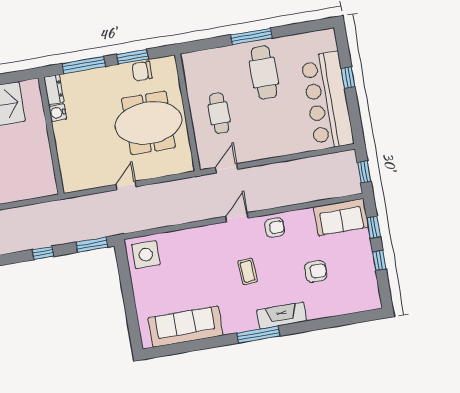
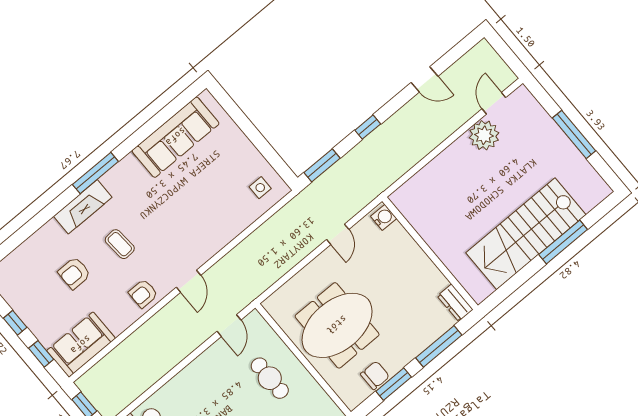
water cooler: (58, 113) -> (384, 217), moved
door: (126, 186) -> (338, 234), moved
side table: (146, 255) -> (260, 188), width x0.54, depth x0.54
coffee table: (248, 271) -> (120, 244), moved

